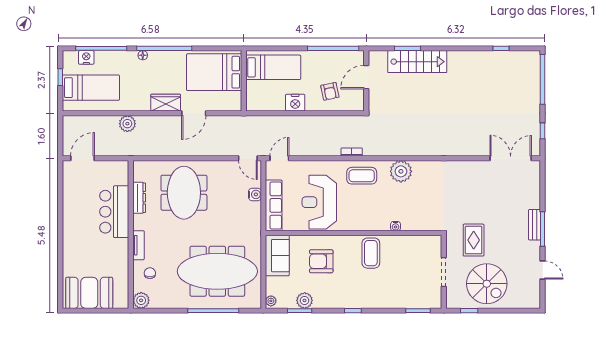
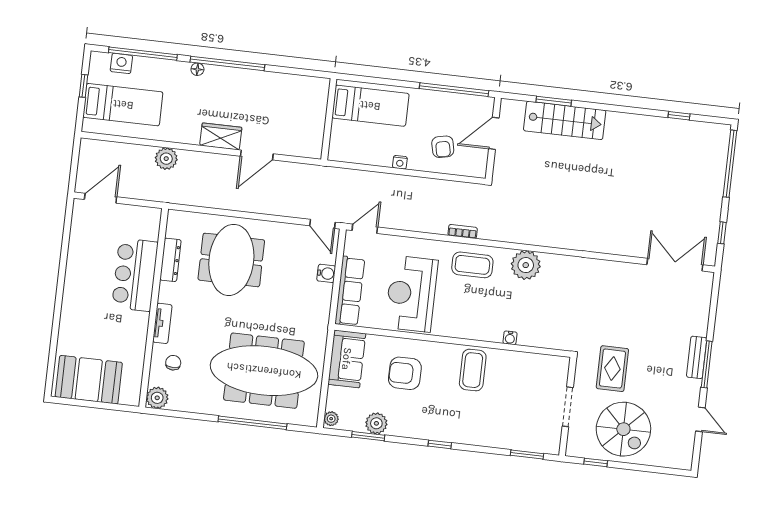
bed: (214, 72) -> (291, 103), removed
nightstand: (295, 103) -> (400, 162), width x0.53, depth x0.56

